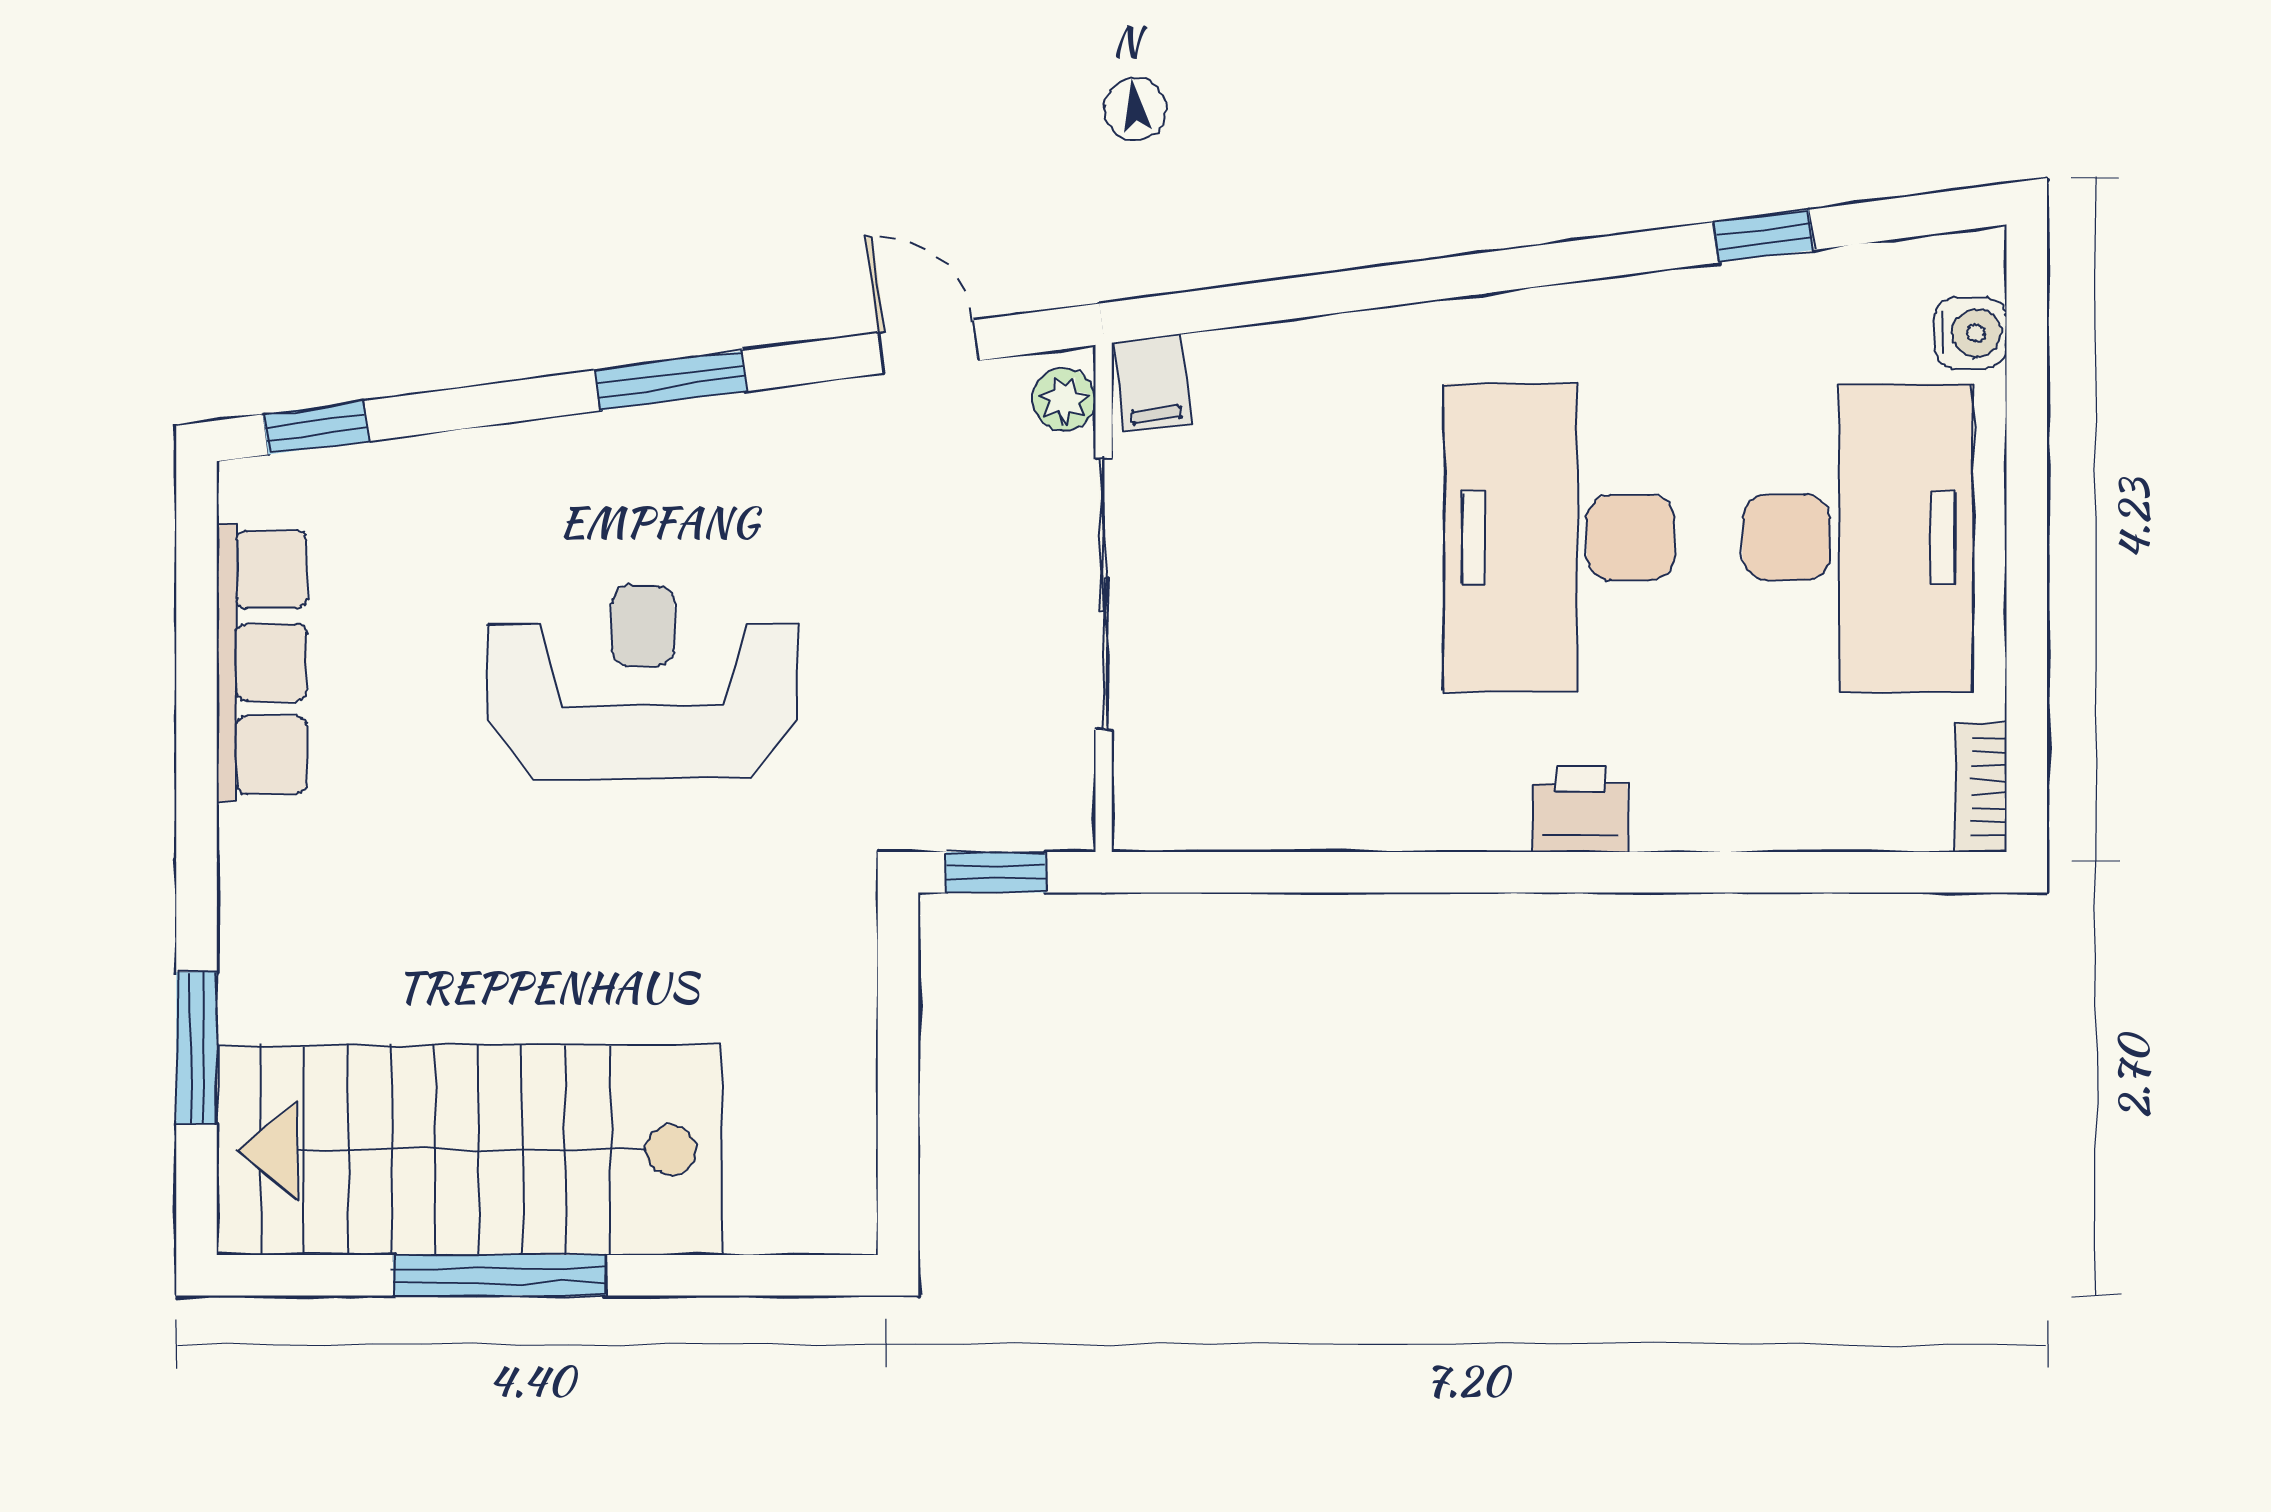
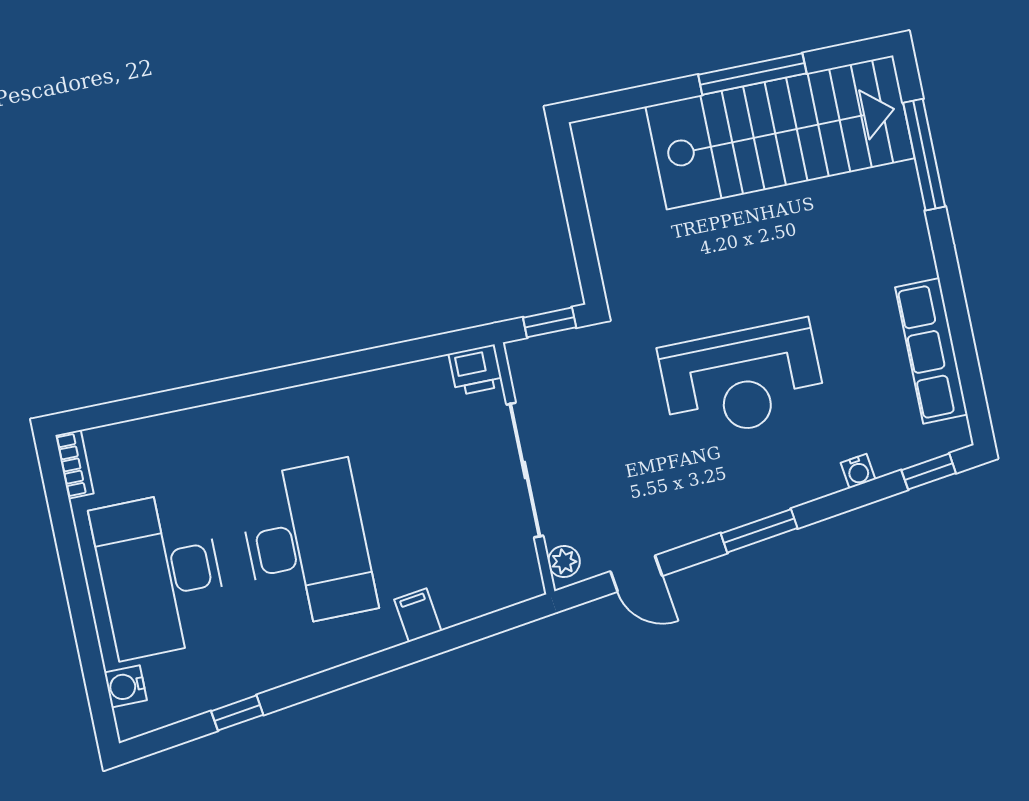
filing cabinet: (1152, 383) -> (418, 615), moved
water cooler: (454, 457) -> (858, 471), added
printer: (1580, 809) -> (476, 370), moved
window: (197, 1048) -> (924, 155), width x1.44

